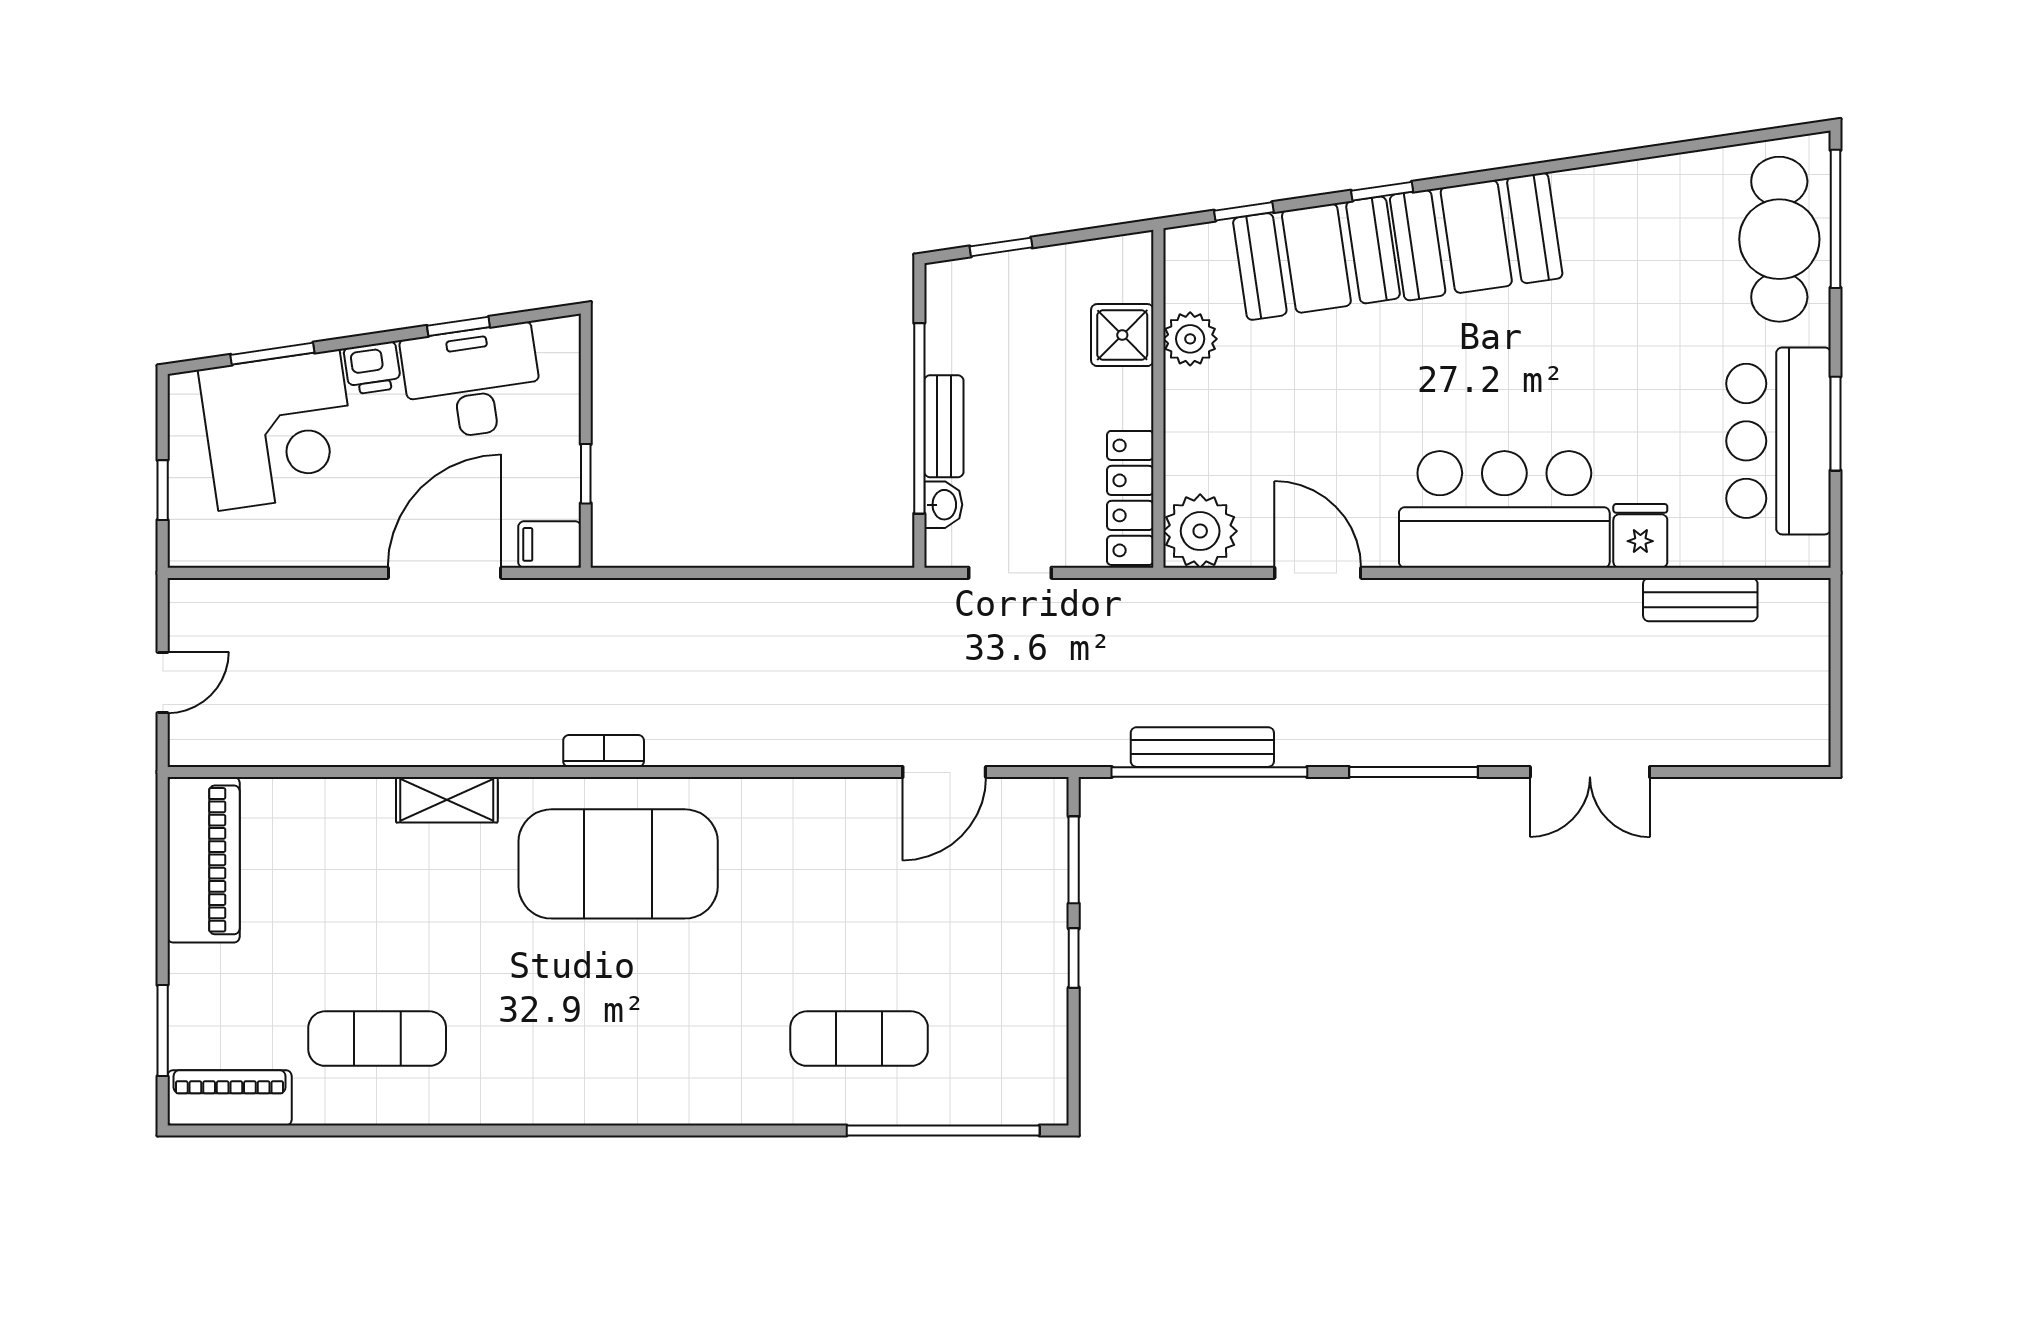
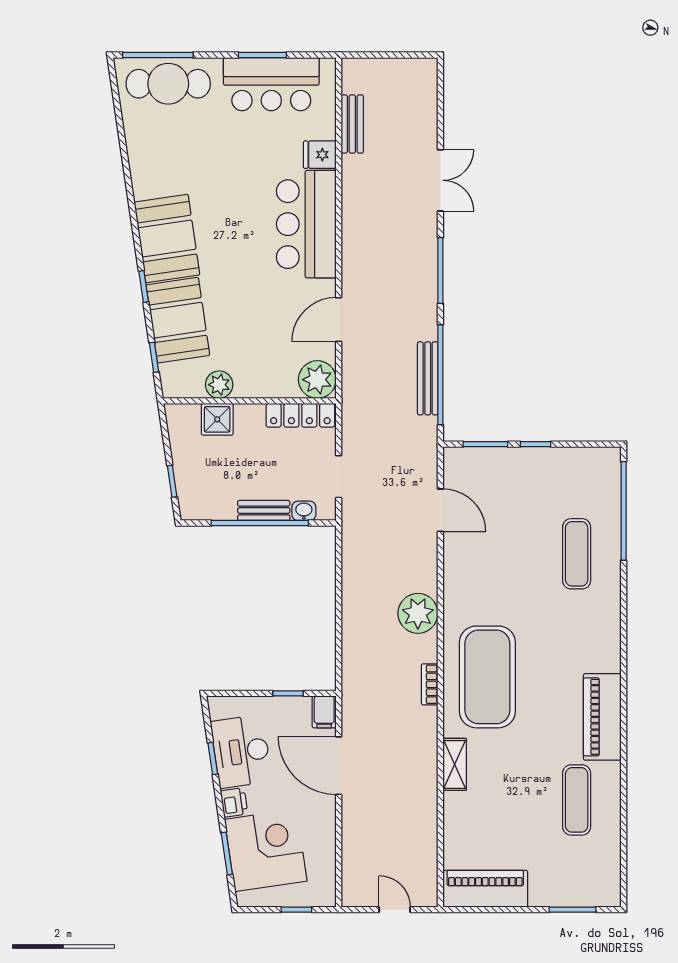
plant: (742, 728) -> (418, 613), added
piano: (230, 1098) -> (602, 717), moved, width x1.37, depth x1.33

